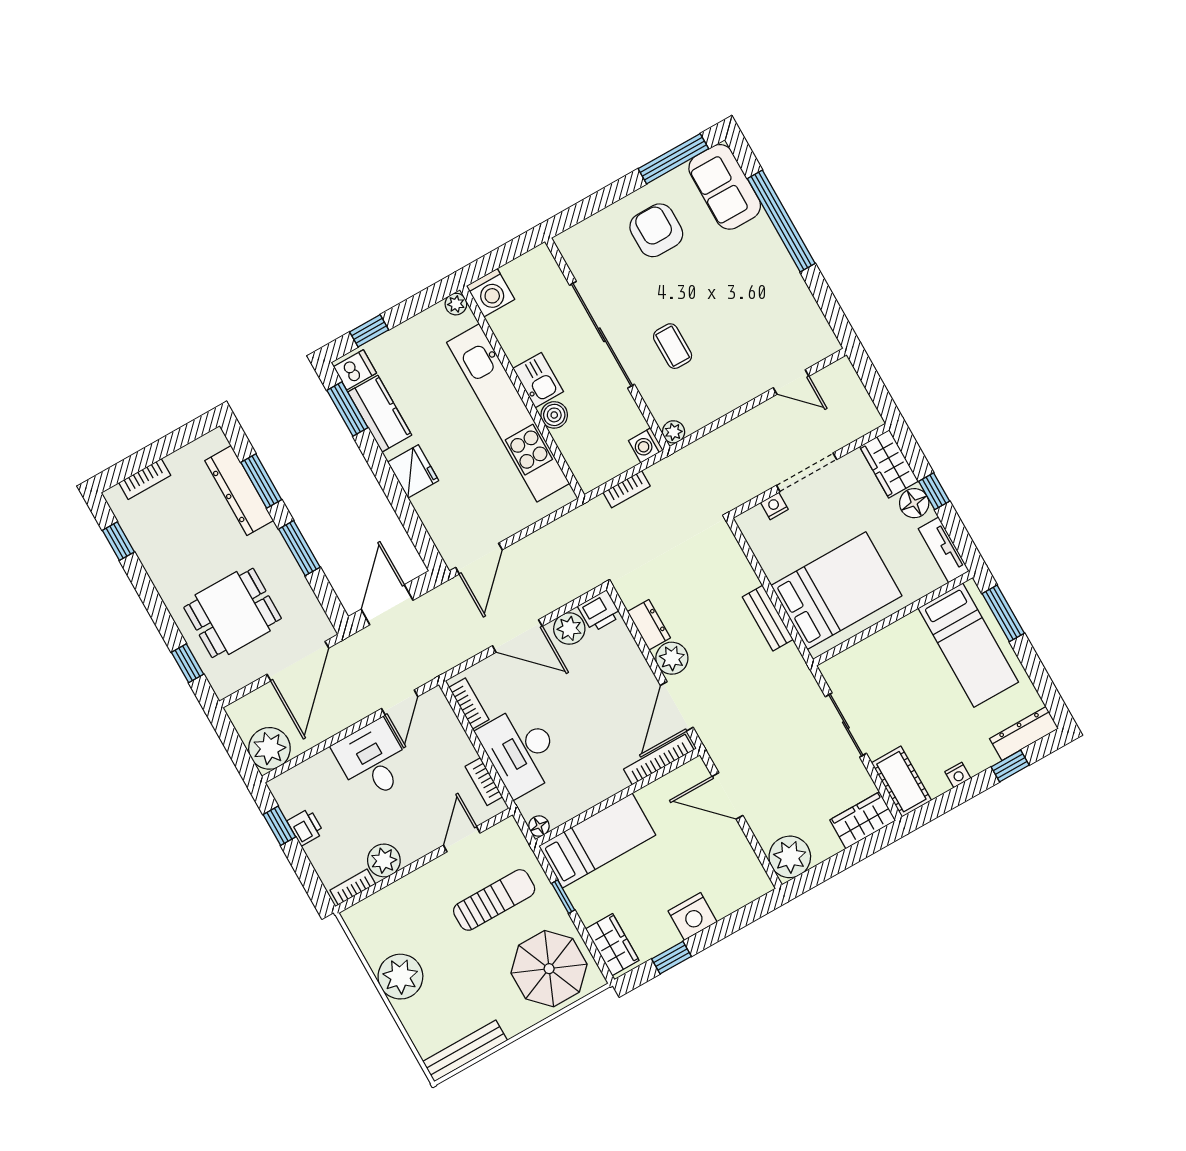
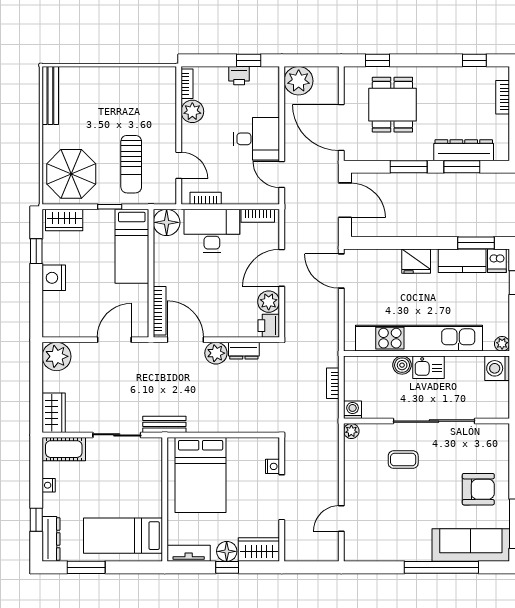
sofa: (725, 187) -> (471, 545), width x1.36
window: (1003, 613) -> (86, 567), moved
bench: (768, 618) -> (164, 424), moved
floor lamp: (539, 826) -> (167, 222), width x1.89, depth x1.89
plant: (400, 977) -> (117, 82), removed

